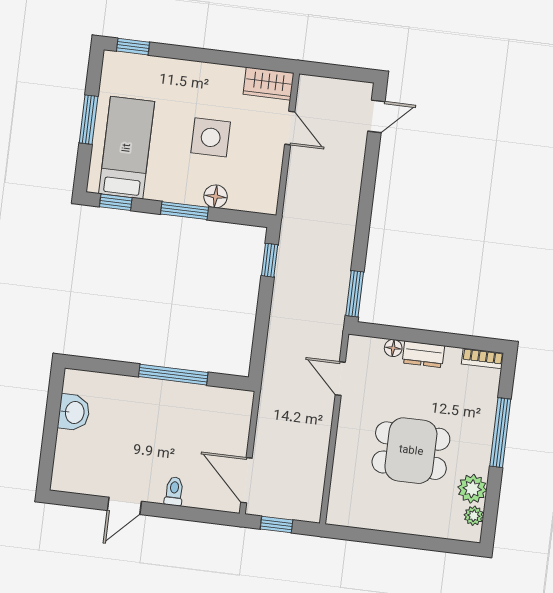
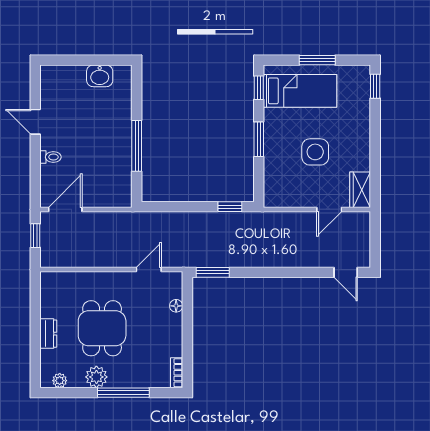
floor lamp: (216, 196) -> (272, 161), removed
dresser: (423, 354) -> (48, 334), moved, turned 180
plant: (472, 489) -> (96, 377), moved

